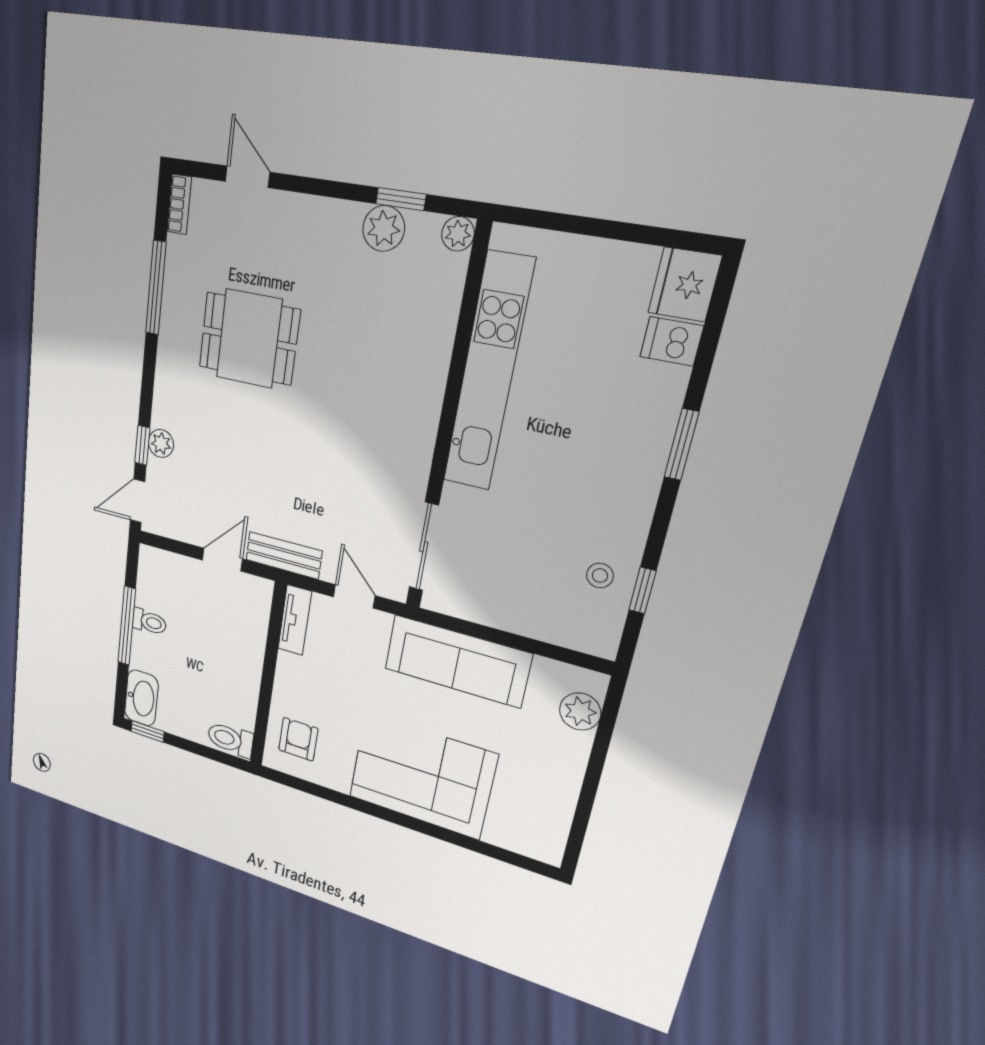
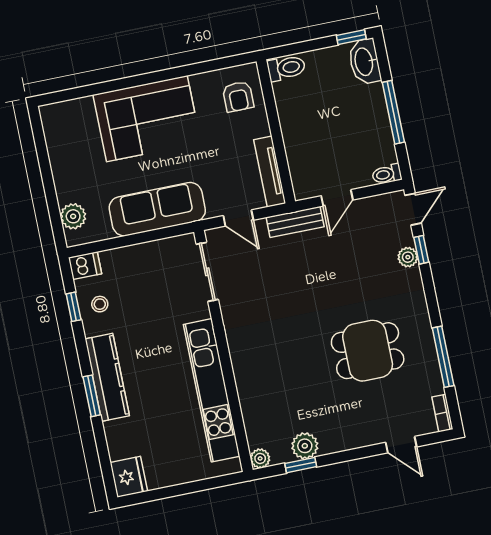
dishwasher: (672, 341) -> (85, 266), moved
kitchen counter: (642, 463) -> (107, 377), added
tv unit: (295, 620) -> (270, 172), width x1.41
toilet: (149, 622) -> (387, 174), moved

